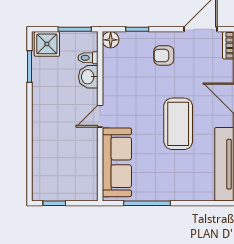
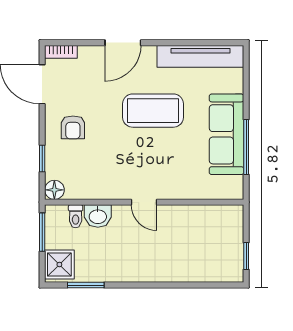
sofa: (117, 162) -> (226, 134), moved, turned -90

